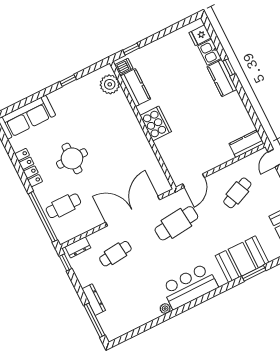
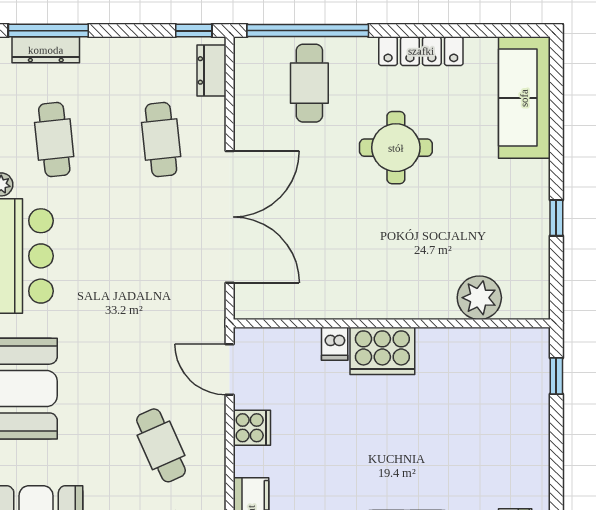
dishwasher: (124, 67) -> (335, 344), moved
plant: (110, 84) -> (479, 298), moved
kitchen counter: (135, 88) -> (475, 346), removed
cooker: (212, 160) -> (252, 428), added
cafe table: (176, 223) -> (54, 140), moved, width x0.73, depth x0.74
dresser: (94, 300) -> (46, 50), moved

